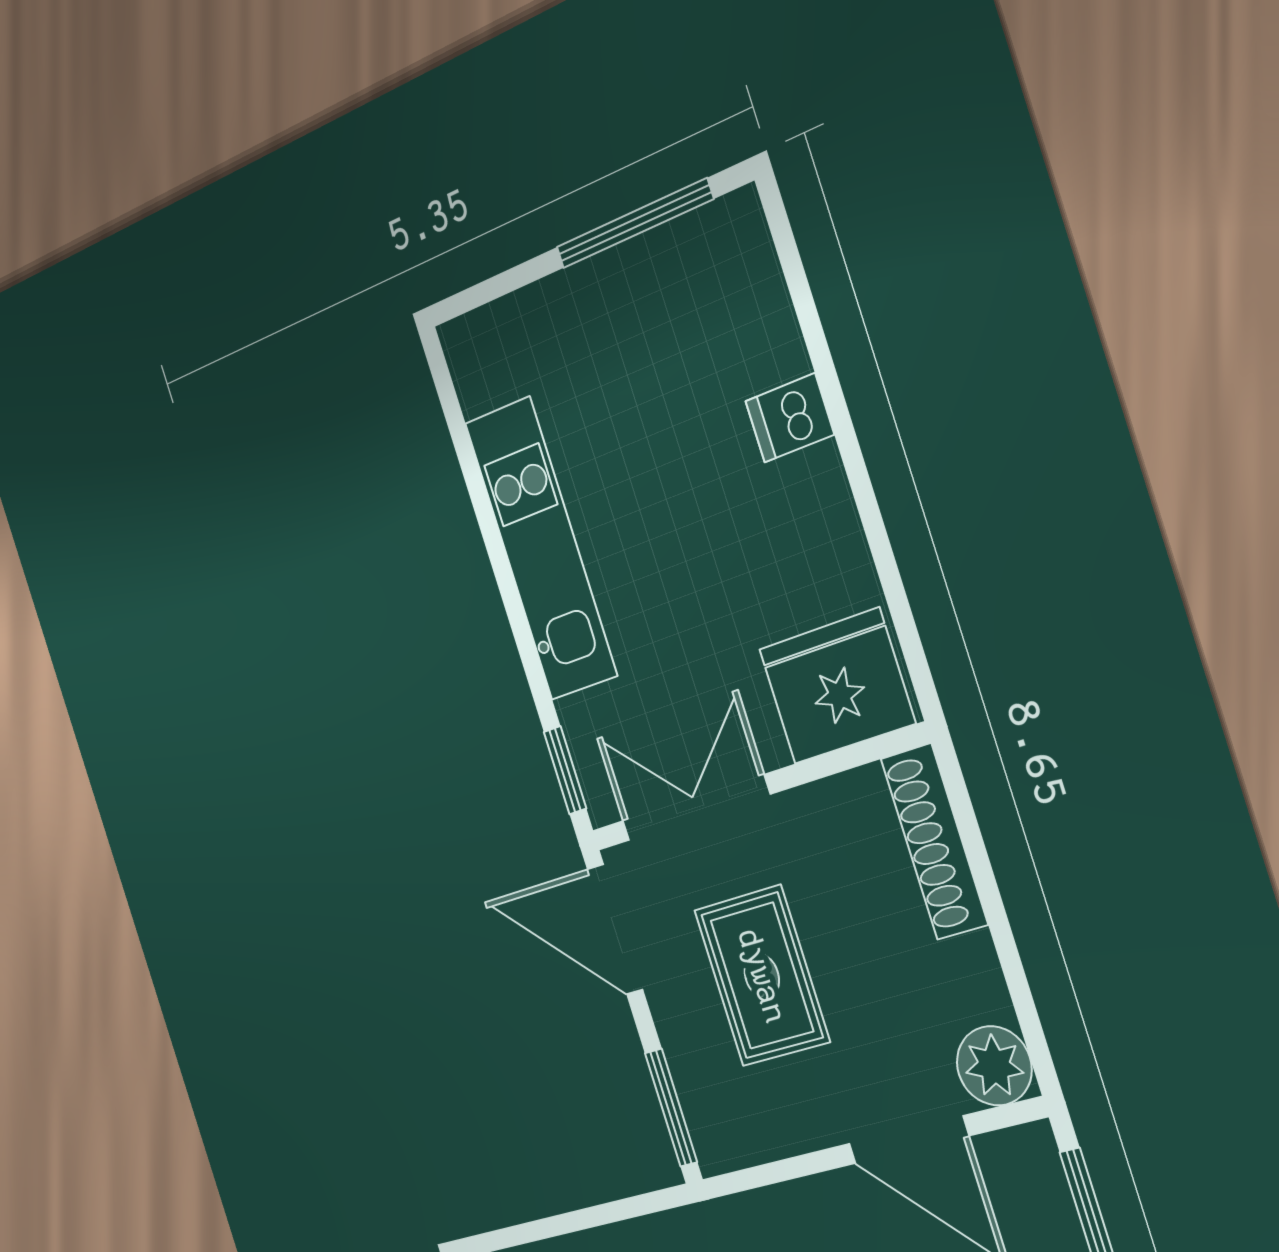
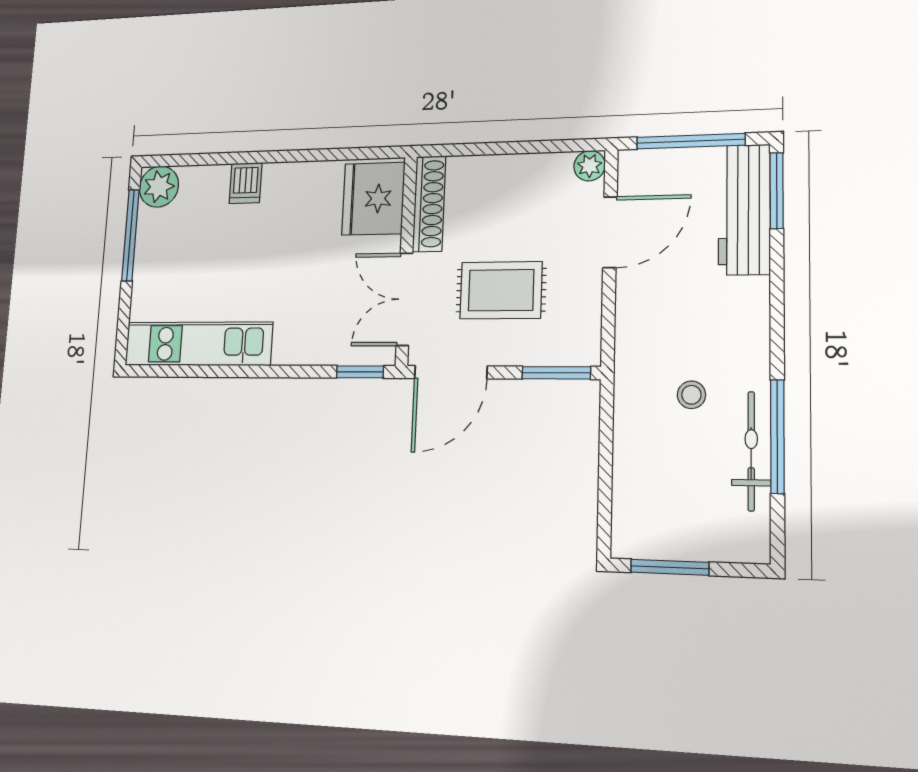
plant: (732, 238) -> (159, 187), added
kitchen unit: (541, 549) -> (198, 344), moved
shoe rack: (934, 842) -> (429, 204), moved, turned -90
plant: (994, 1066) -> (590, 166), width x0.73, depth x0.73

